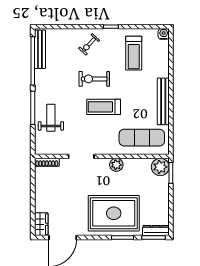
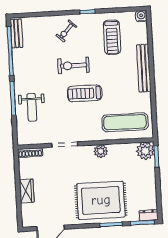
bench: (40, 49) -> (17, 33), width x0.73
bench: (163, 101) -> (144, 68), moved
weight bench: (51, 118) -> (32, 107), turned 180
wardrobe: (41, 224) -> (27, 191), moved
dresser: (156, 231) -> (149, 215), width x0.70

